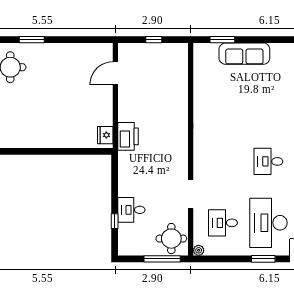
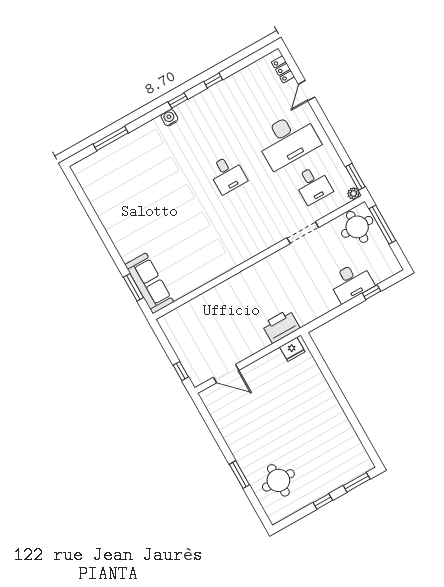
window: (154, 40) -> (181, 371), moved
sofa: (244, 54) -> (149, 283), moved
desk: (131, 210) -> (351, 282), width x1.37
window: (263, 259) -> (355, 177), moved

